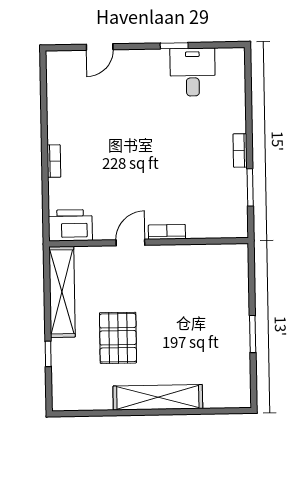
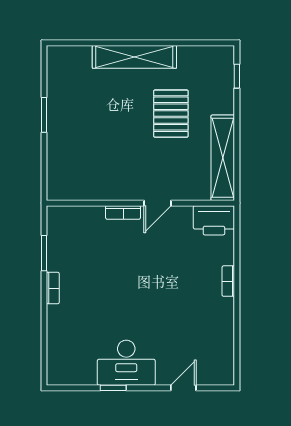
desk: (193, 72) -> (126, 363), moved, width x1.37
window: (48, 354) -> (237, 76), moved

